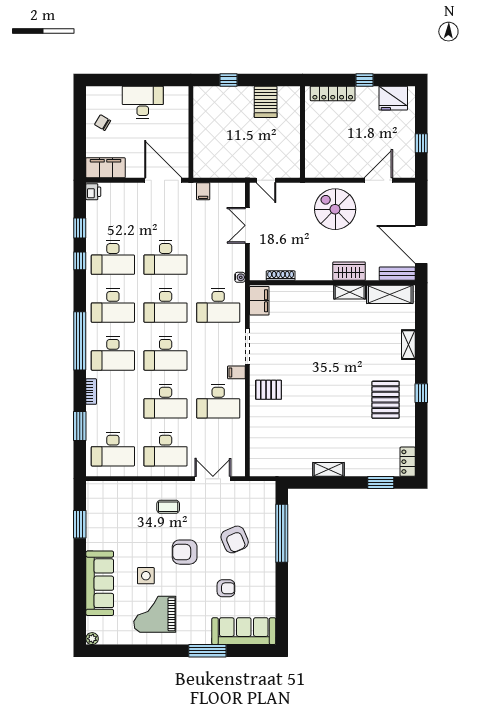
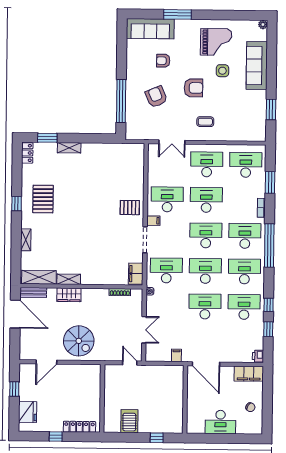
fridge: (393, 98) -> (27, 412), moved, turned 90
shelving: (328, 469) -> (69, 148), moved

